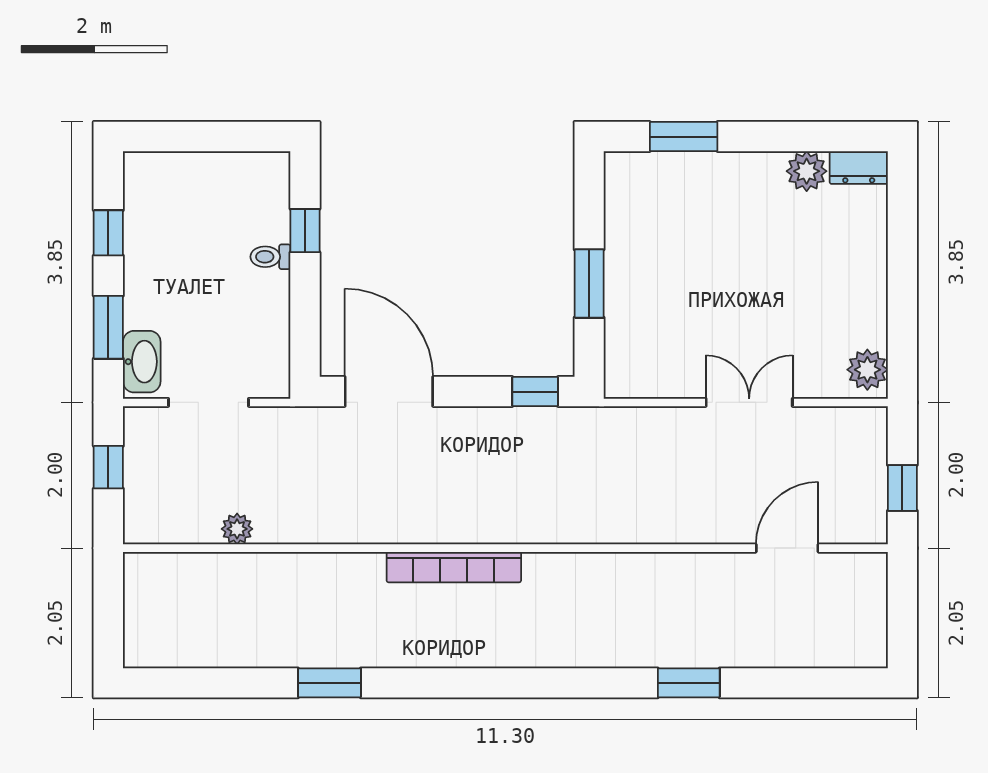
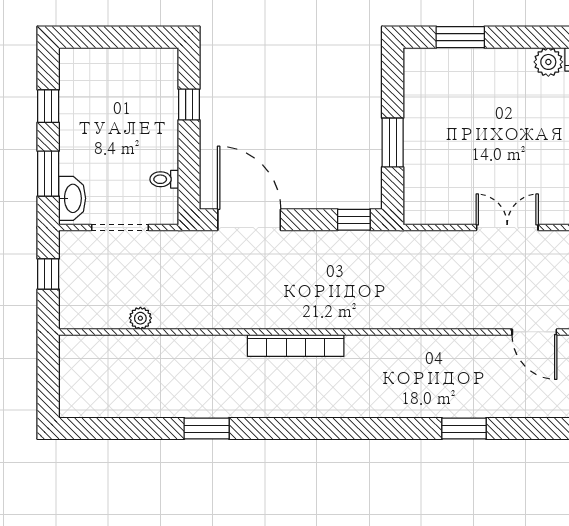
toilet: (270, 257) -> (164, 179), moved
door: (787, 548) -> (534, 332), swing flipped

